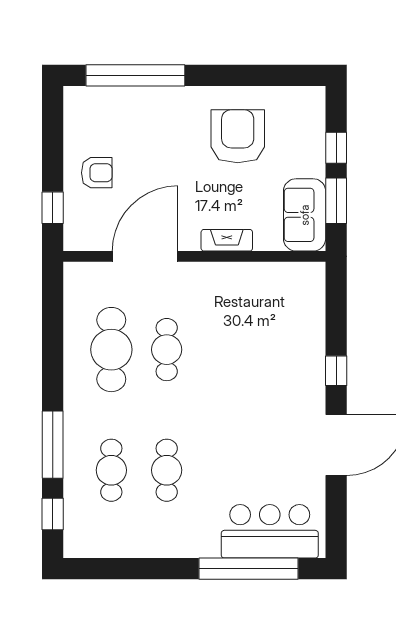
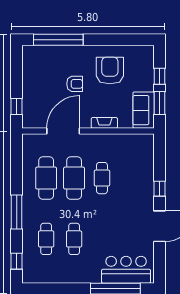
armchair: (97, 173) -> (75, 84), moved
cafe table: (167, 350) -> (74, 178), width x1.37, depth x1.35
cafe table: (222, 350) -> (102, 178), added
window: (53, 445) -> (17, 212), moved

